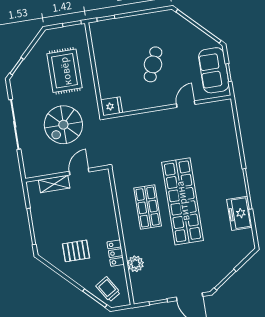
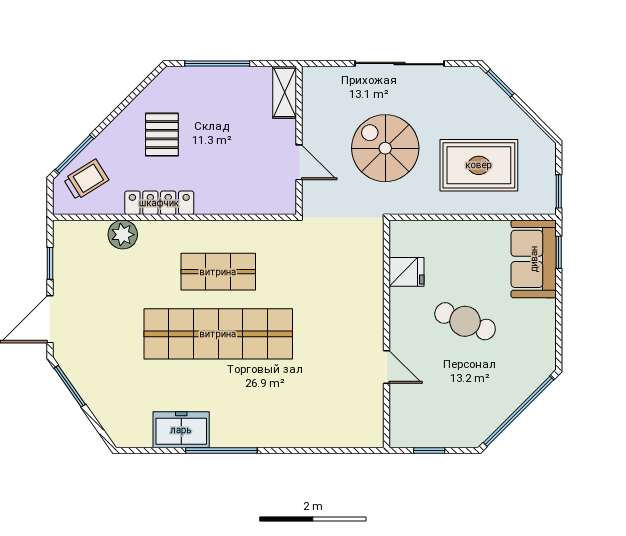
sofa: (214, 70) -> (534, 259), moved, turned -90
fridge: (112, 106) -> (407, 272), moved, turned -90
shelving: (54, 184) -> (285, 92), moved
locker: (116, 253) -> (159, 203), width x1.53

